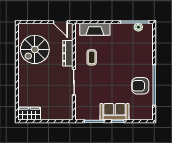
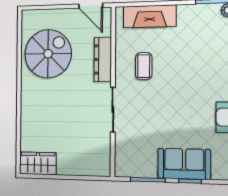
spiral stairs: (35, 49) -> (48, 54), turned 180

